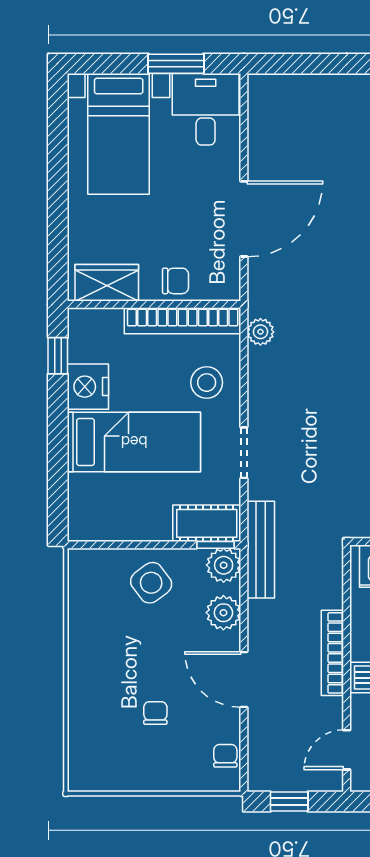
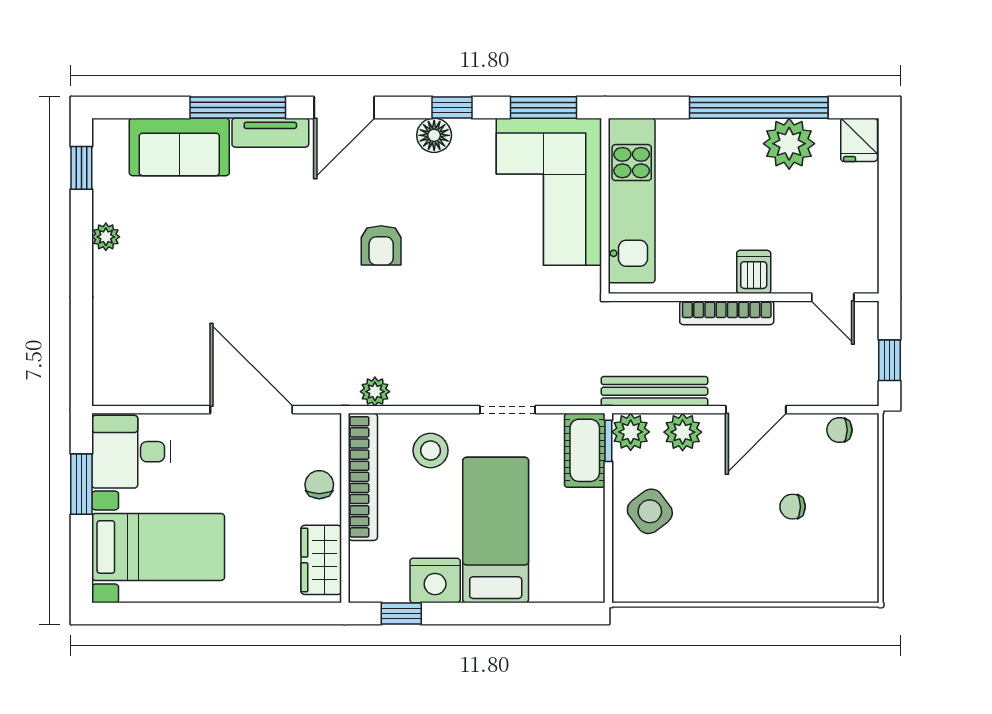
bench: (261, 550) -> (654, 391), moved

